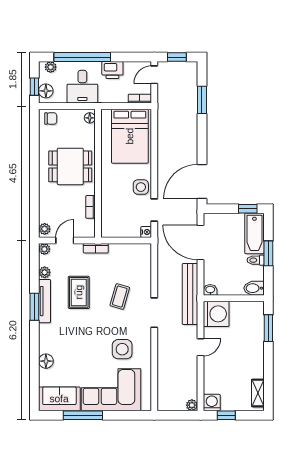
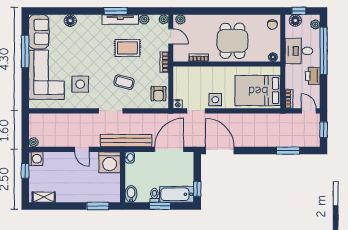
armchair: (134, 255) -> (158, 94), added

